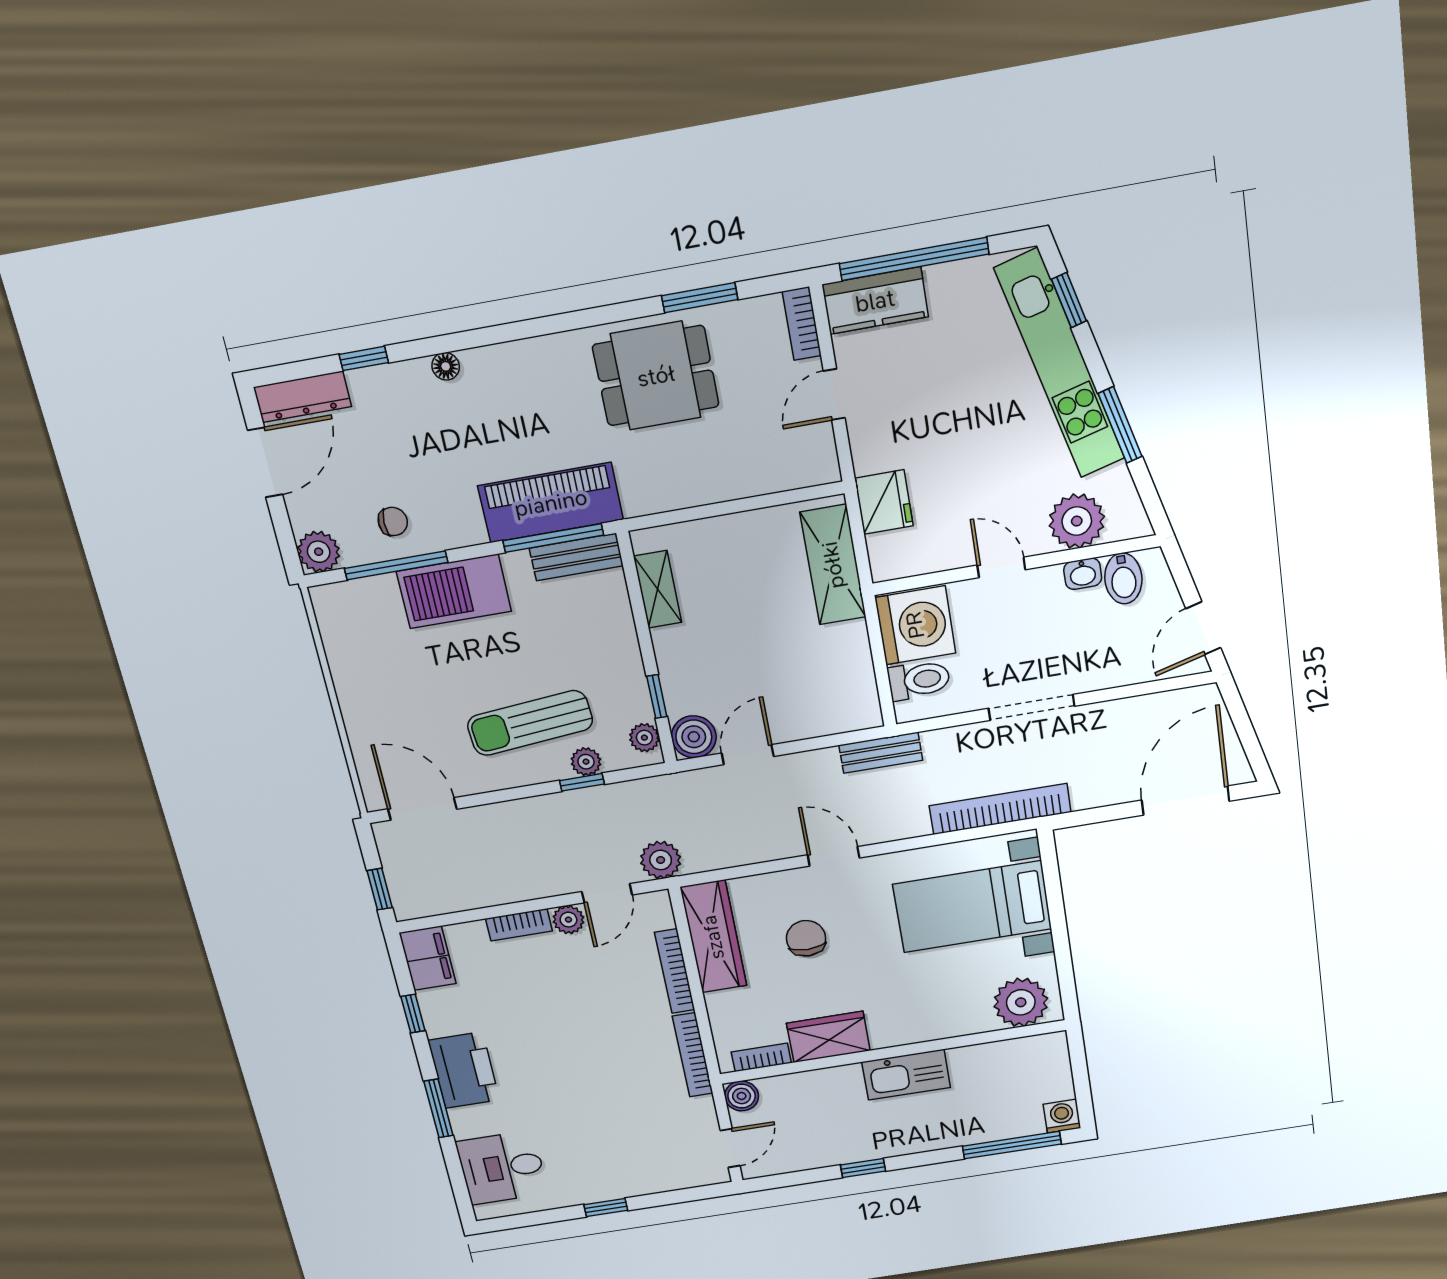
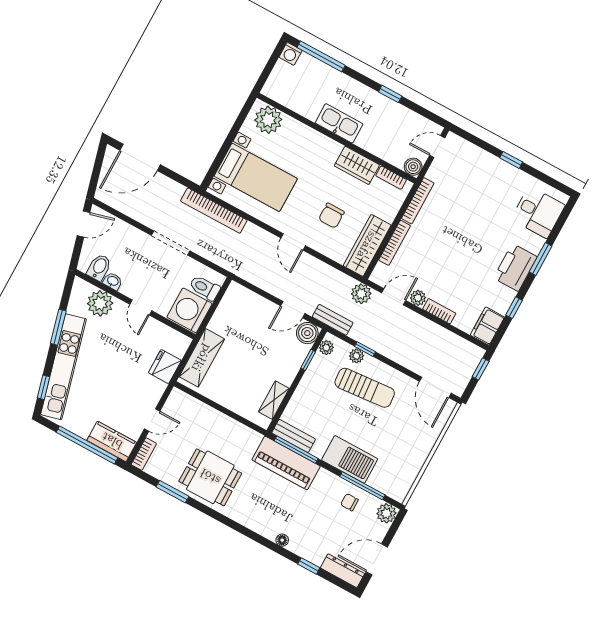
bench: (881, 753) -> (333, 320), moved

